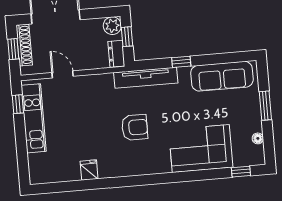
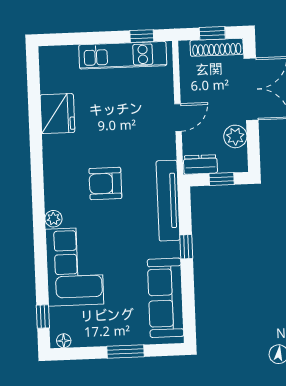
plant: (112, 26) -> (235, 136), moved
door: (63, 74) -> (178, 118), moved
armchair: (135, 127) -> (105, 183), turned 90
floor lamp: (258, 138) -> (64, 341), moved
plant: (164, 167) -> (53, 219), added
fridge: (89, 170) -> (57, 114), width x1.88, depth x1.34

